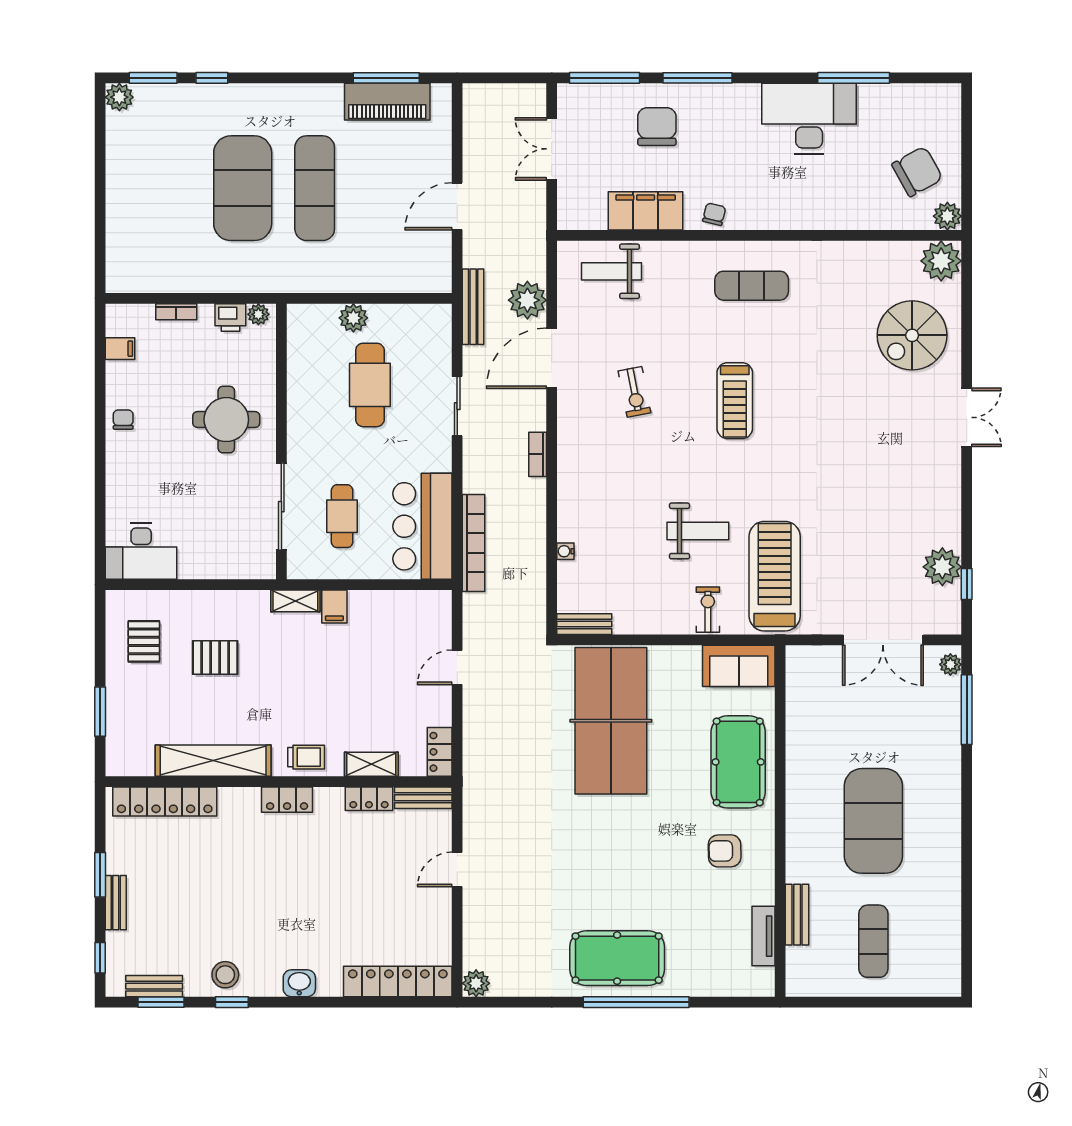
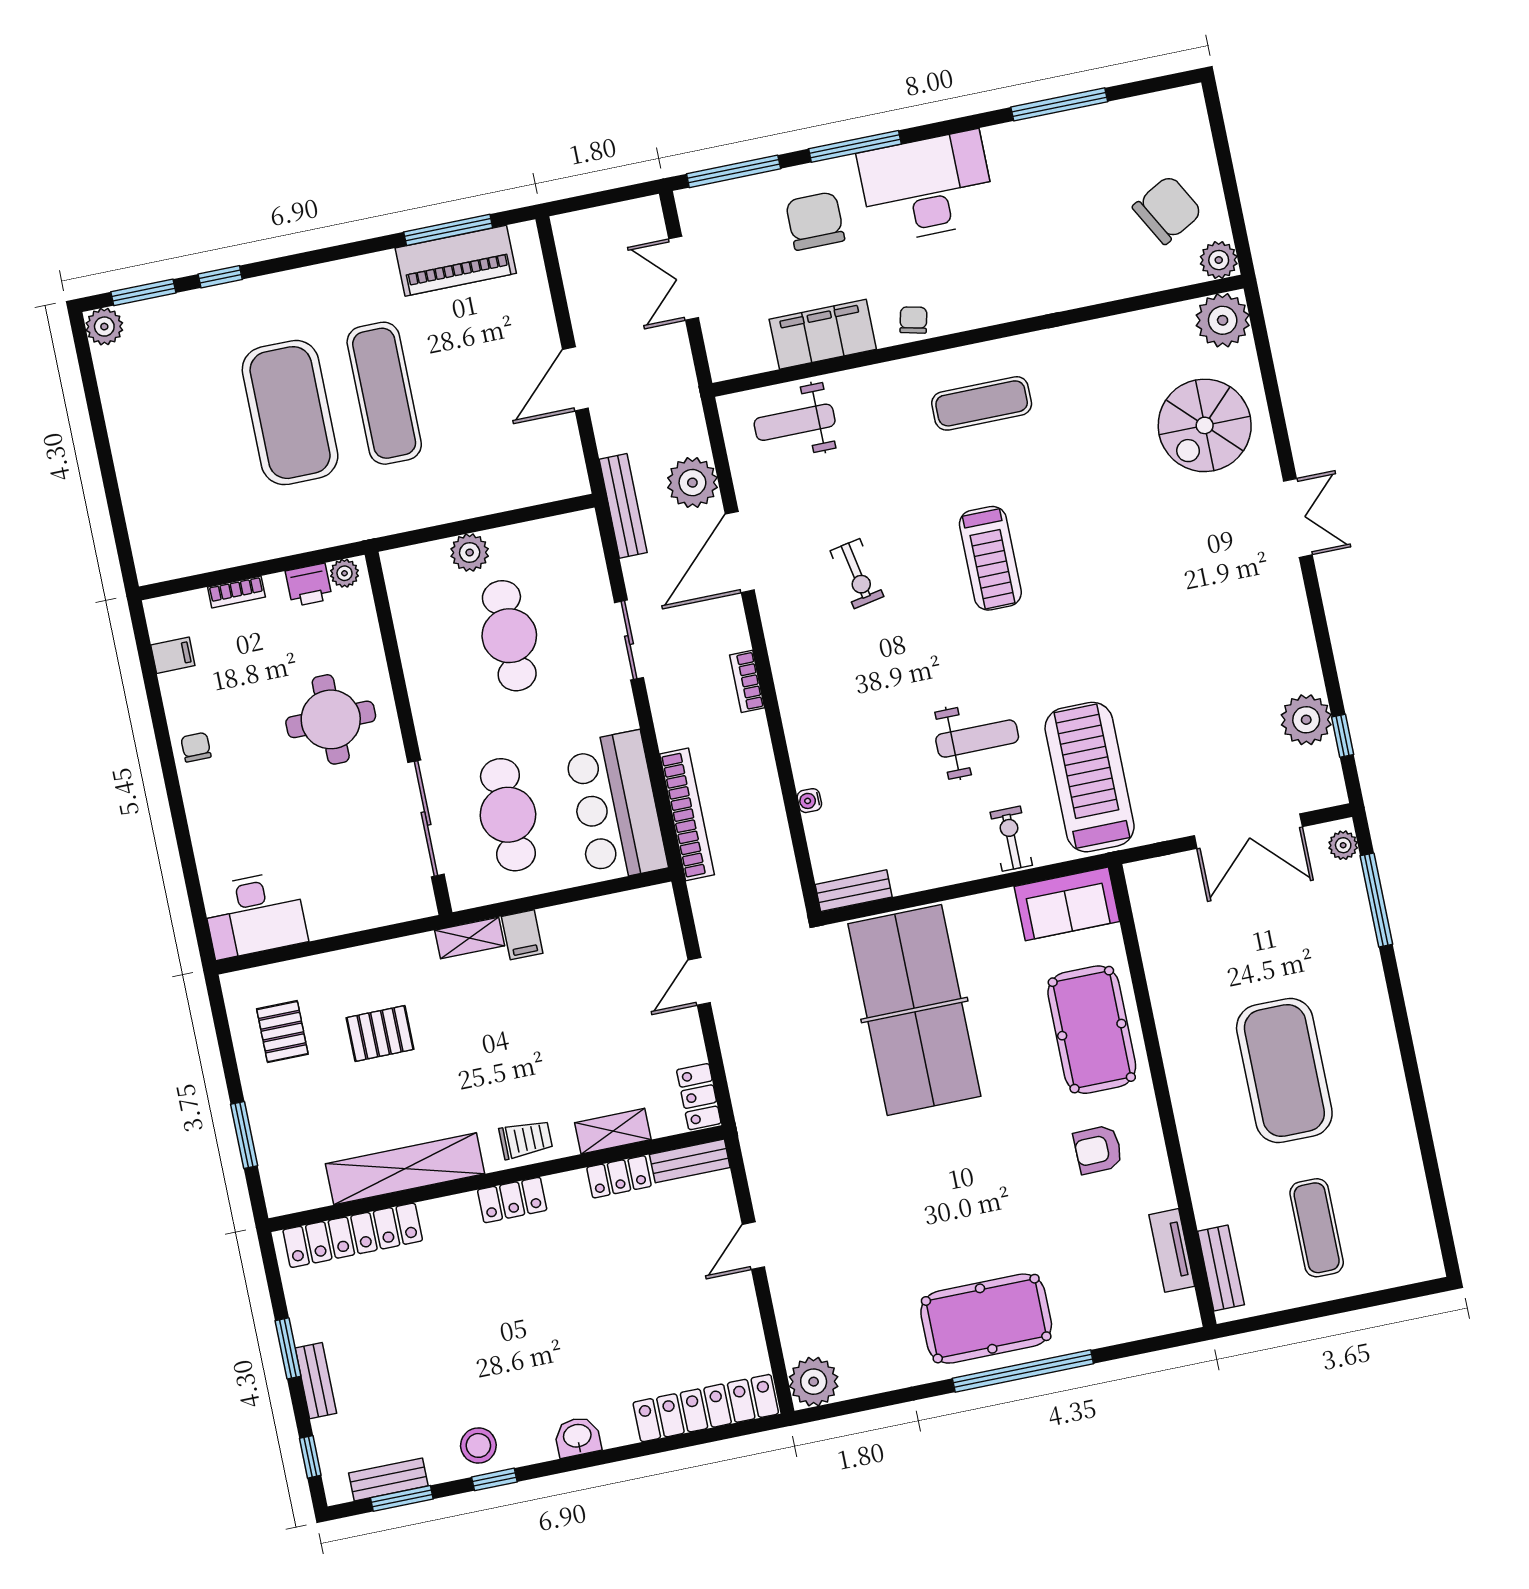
desk: (809, 118) -> (927, 187), moved
cafe table: (342, 516) -> (508, 815), width x1.37, depth x1.35
bench: (797, 915) -> (1221, 1268), moved
plant: (476, 983) -> (814, 1382), width x1.36, depth x1.36

